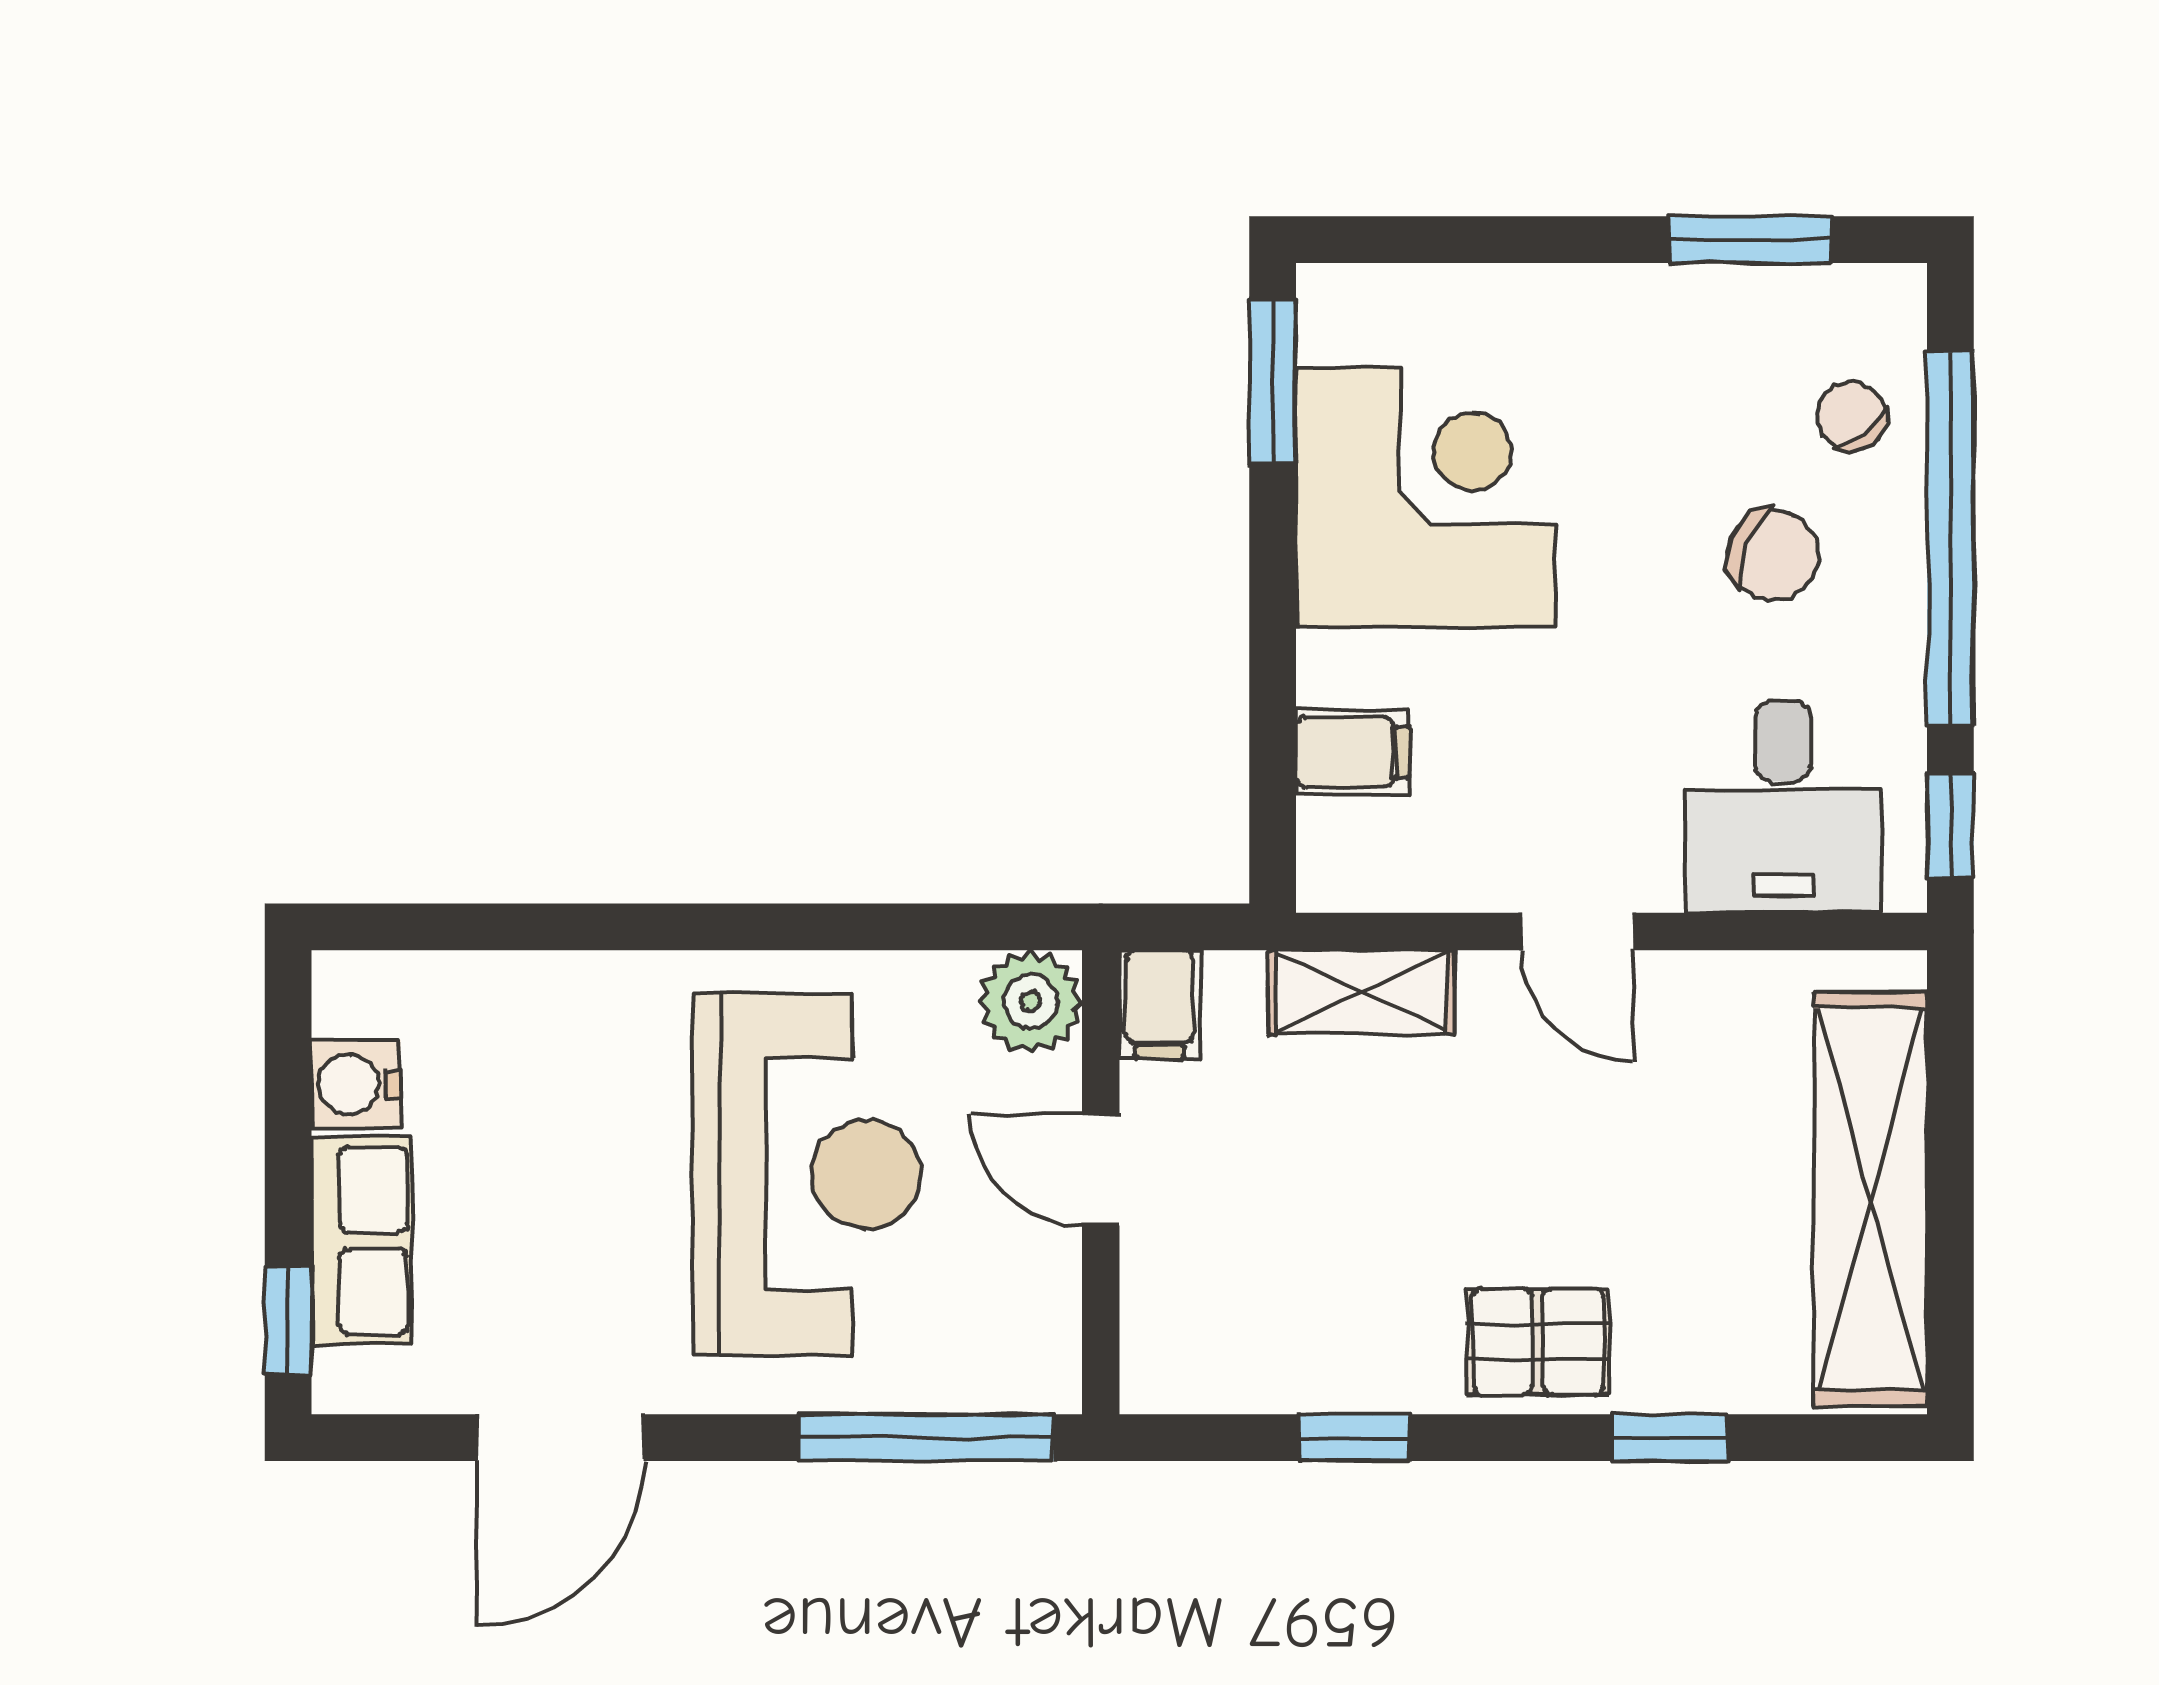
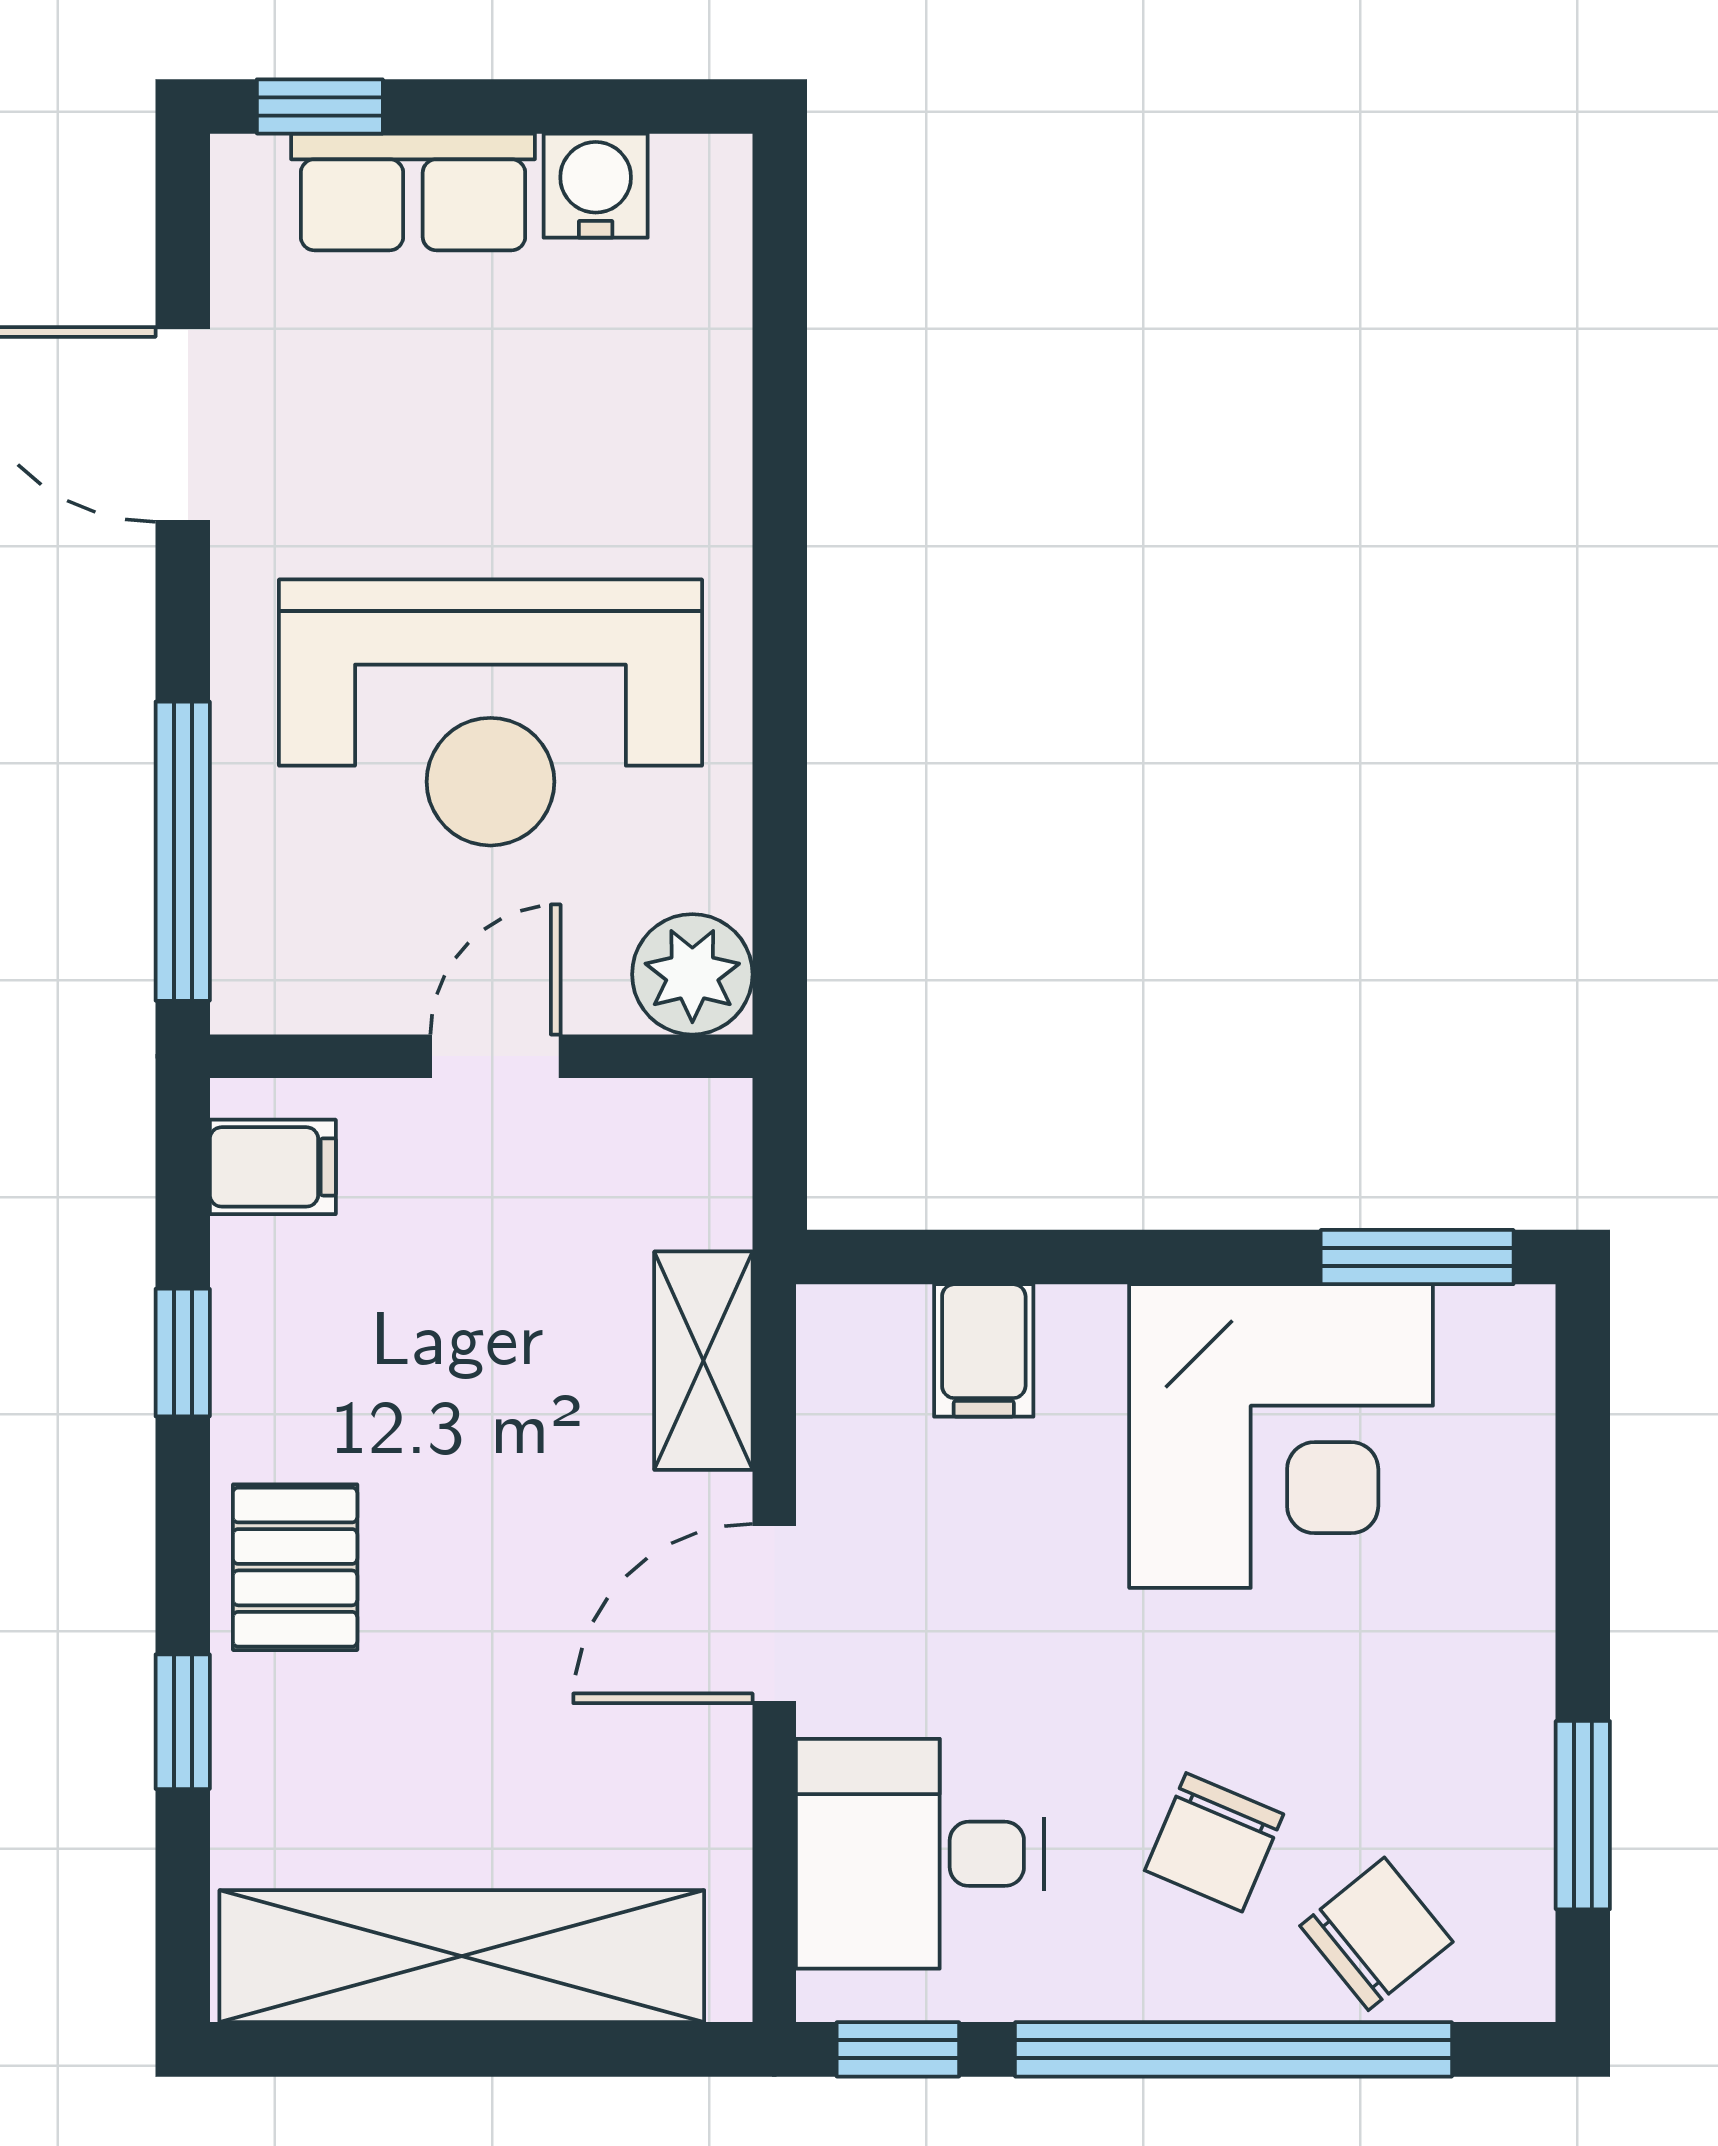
chair: (1852, 416) -> (1376, 1934), width x1.37, depth x1.37
door: (1578, 931) -> (774, 1614), width x1.38
filing cabinet: (1160, 1004) -> (273, 1167), moved, turned 180

